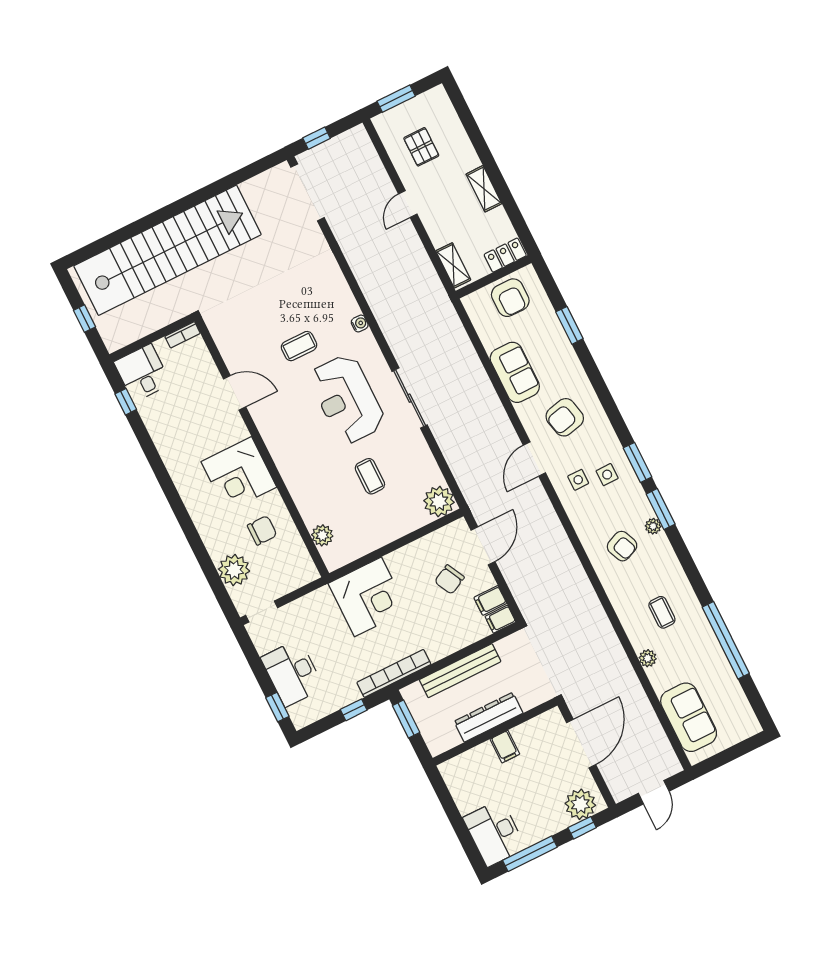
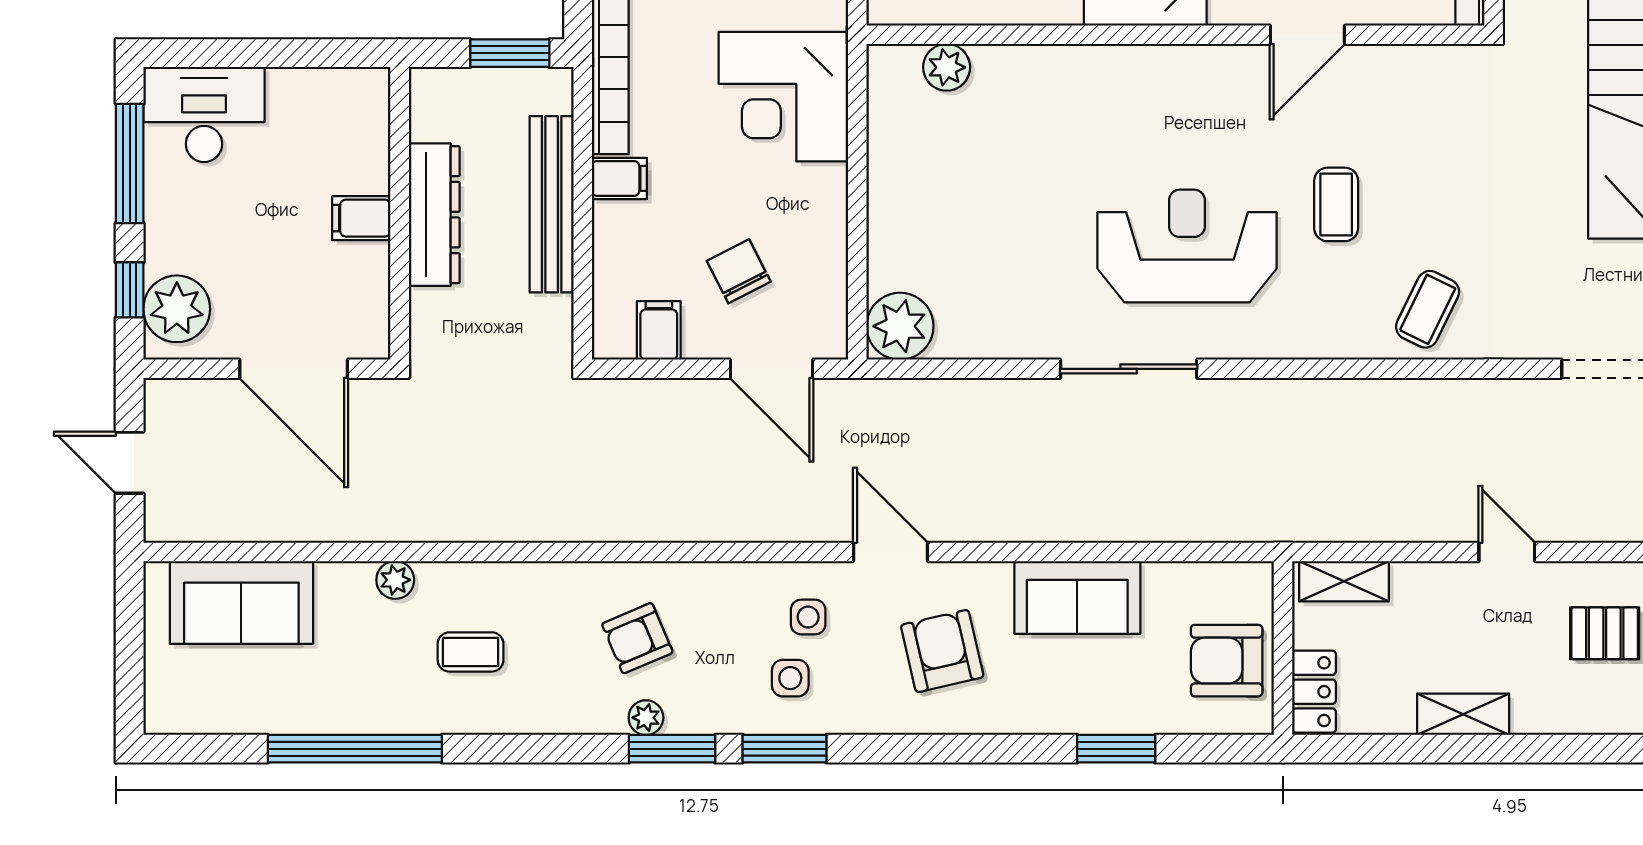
water cooler: (360, 324) -> (1321, 344), removed
coffee table: (370, 476) -> (1428, 309), moved, turned -64
filing cabinet: (500, 619) -> (619, 178), moved, turned 90

